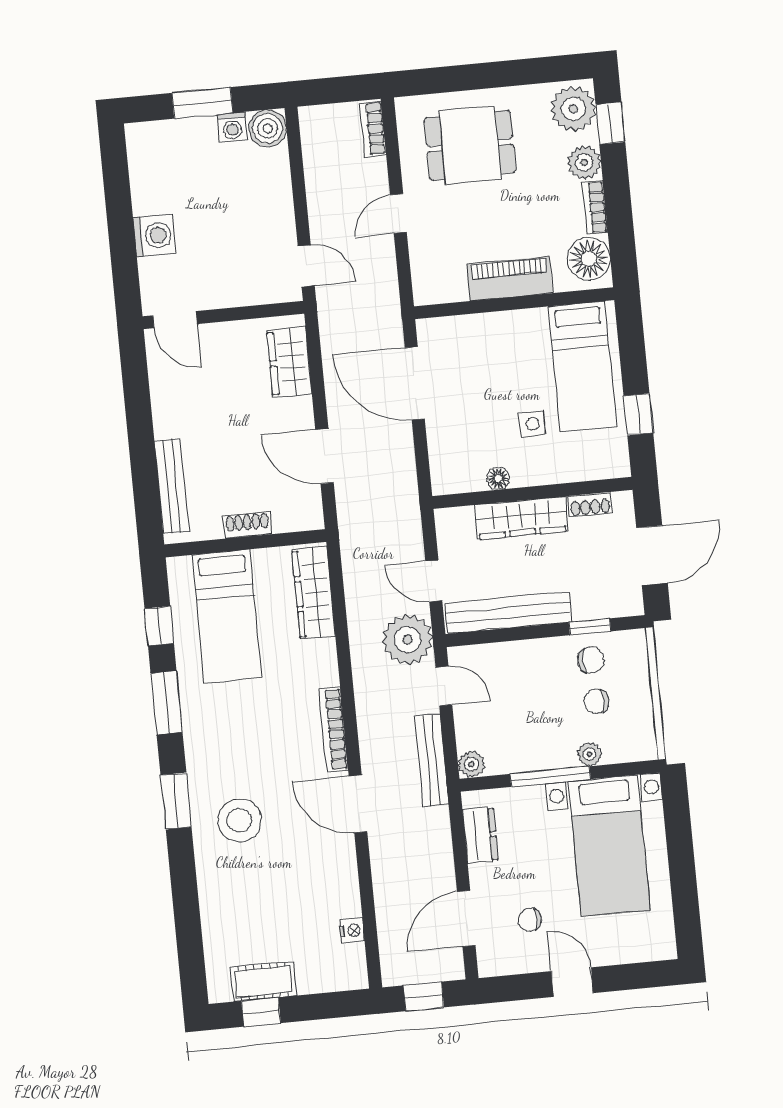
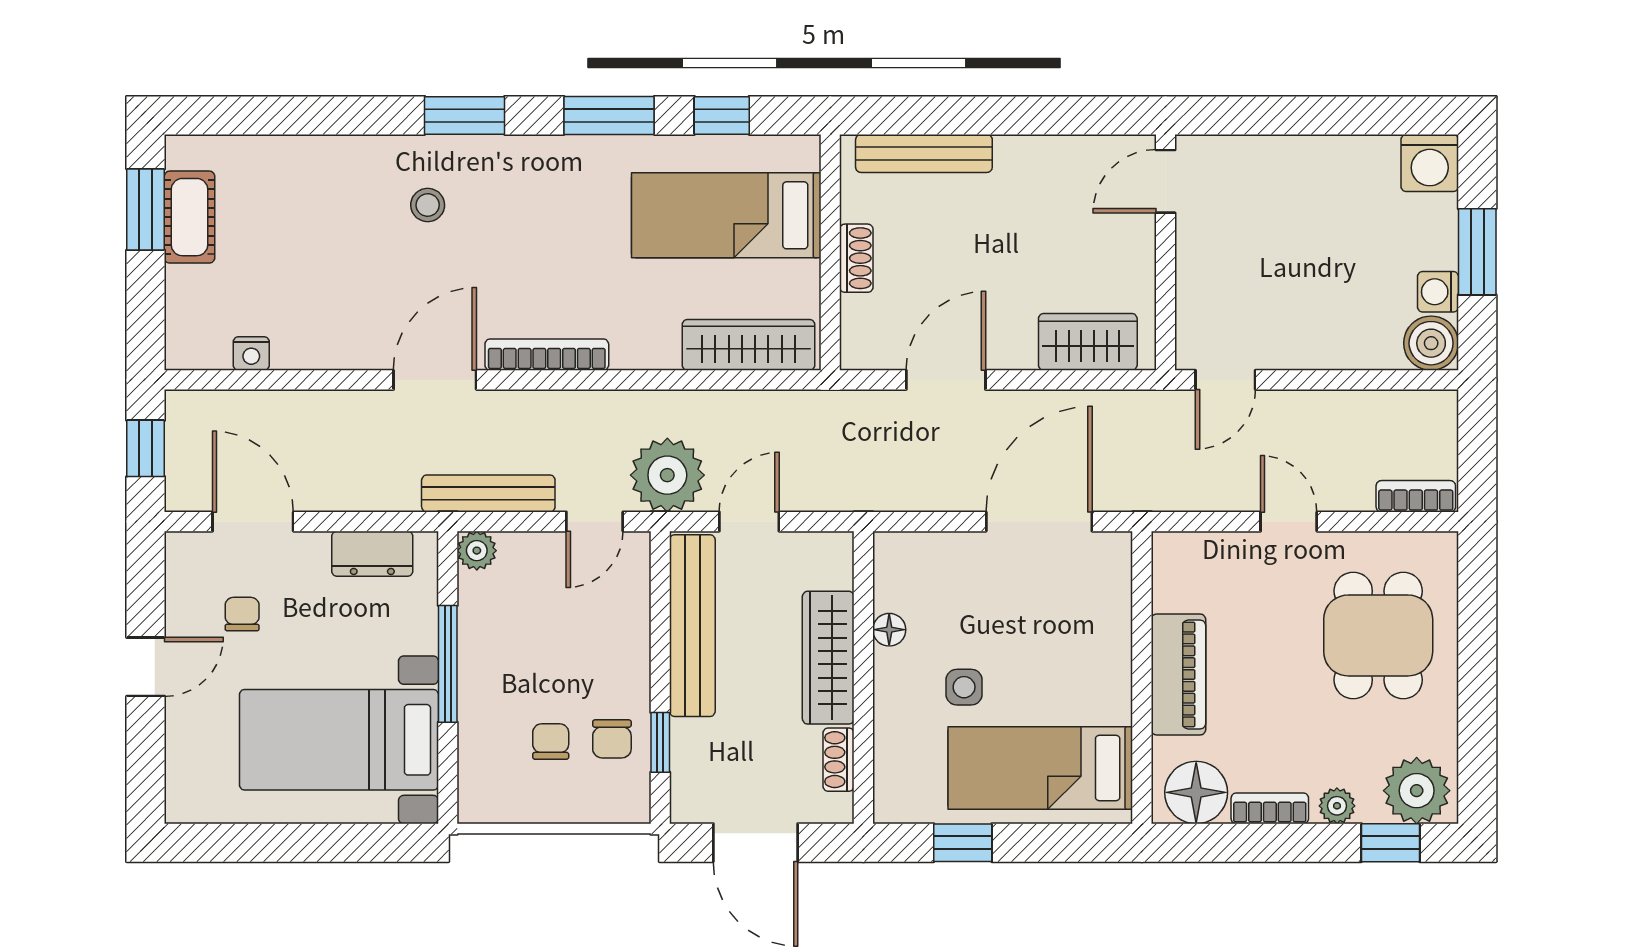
plant: (584, 162) -> (1337, 806), width x0.73, depth x0.73
washing machine: (154, 235) -> (1430, 163), moved
plant: (589, 754) -> (475, 724), removed
stool: (239, 820) -> (428, 205), width x0.53, depth x0.53
window: (261, 1012) -> (146, 210), width x1.50

